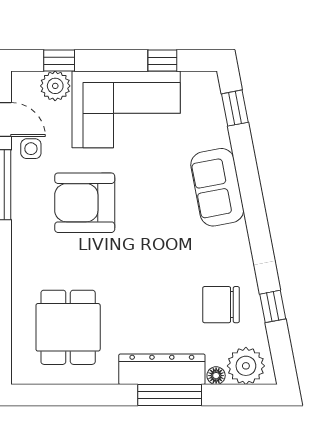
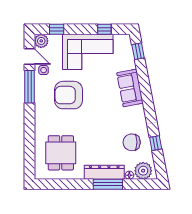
plant: (55, 86) -> (41, 41), moved

